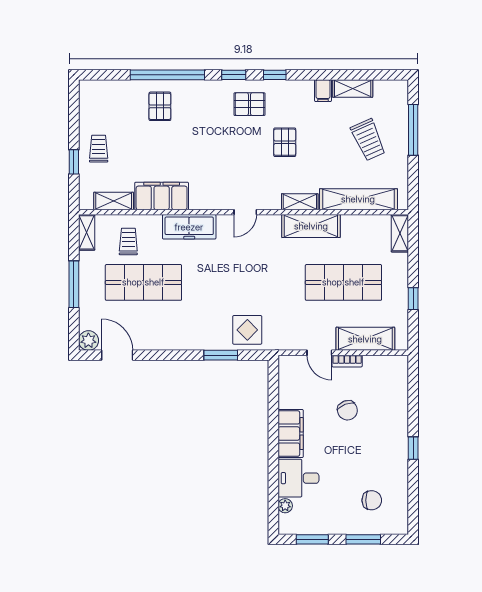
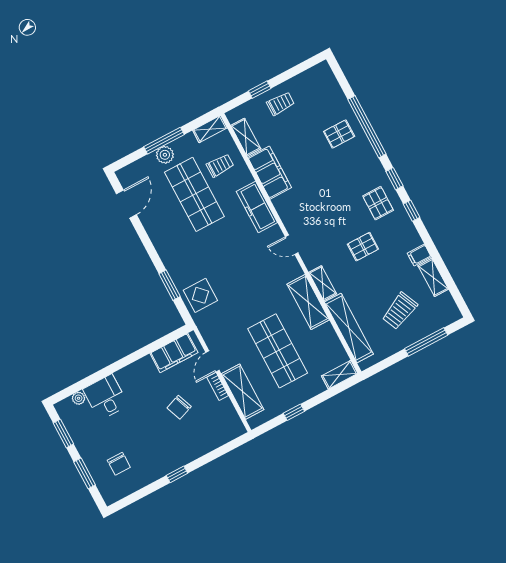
plant: (88, 341) -> (165, 155), moved
filing cabinet: (291, 434) -> (174, 353), moved

